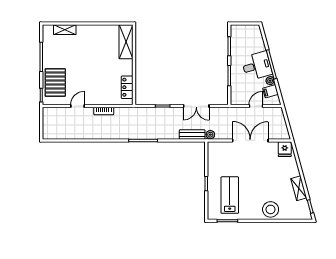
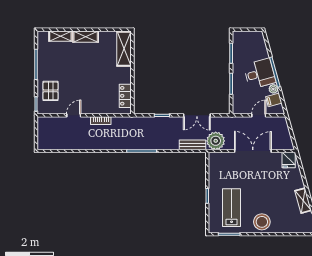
shelving: (89, 30) -> (86, 37), added
pallet: (55, 82) -> (51, 91), width x0.67, depth x0.71
plant: (210, 135) -> (216, 141), width x1.88, depth x1.88
stool: (271, 209) -> (262, 222), moved

